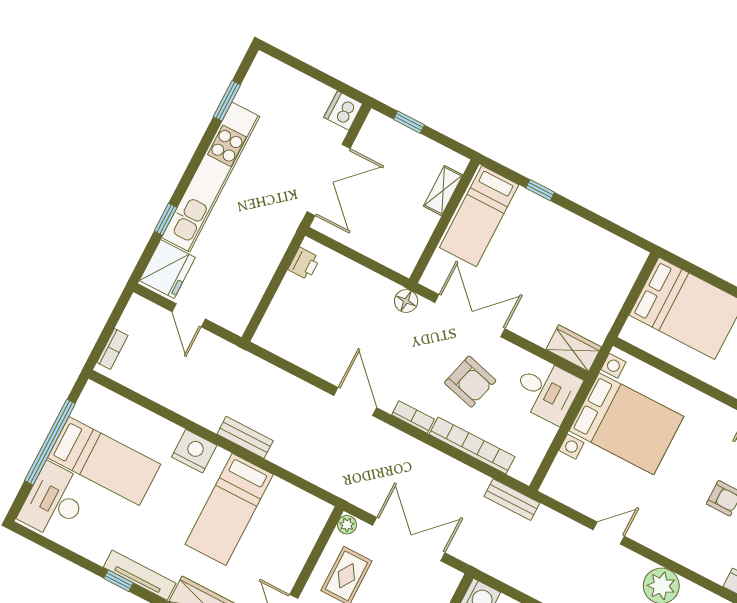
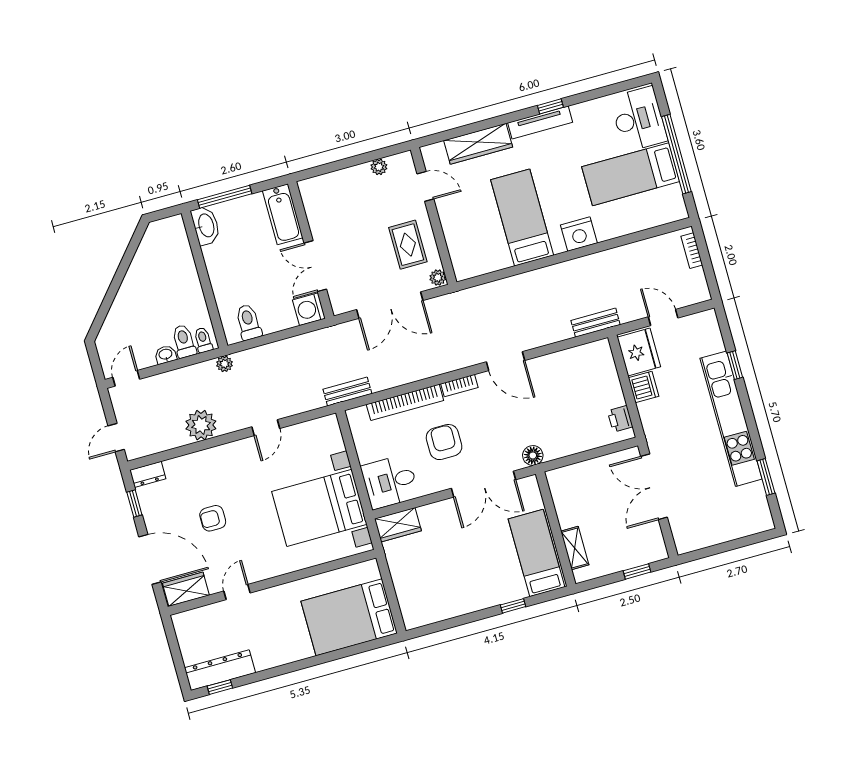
dishwasher: (343, 111) -> (644, 387), moved
fridge: (167, 269) -> (639, 352), moved, turned 180
armchair: (470, 382) -> (444, 442), turned 75
bench: (245, 437) -> (596, 323), moved

